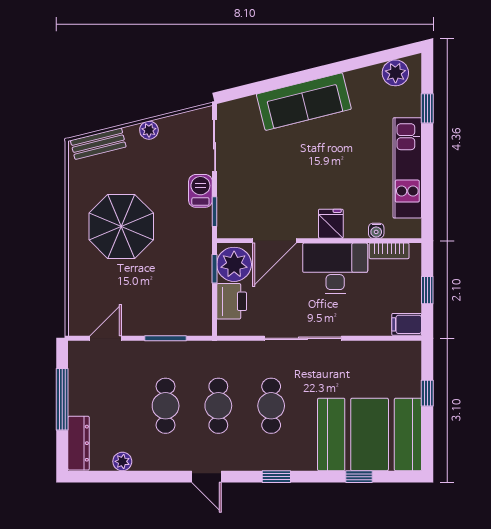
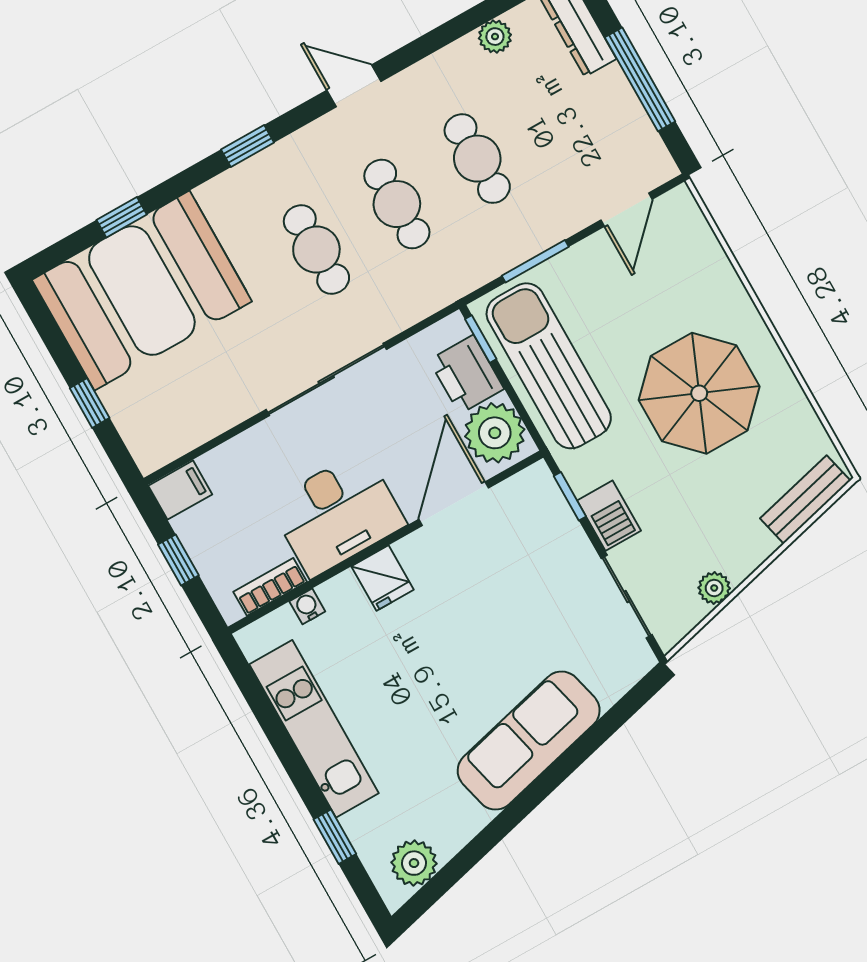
plant: (149, 130) -> (714, 588), moved
window: (215, 269) -> (481, 339), moved
sun lounger: (188, 282) -> (549, 366), added

